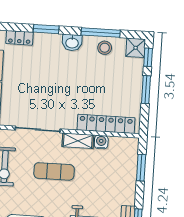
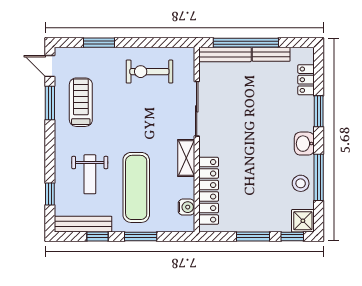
water cooler: (101, 142) -> (186, 207), moved
window: (141, 168) -> (141, 236), moved
exercise mat: (54, 171) -> (136, 187), moved, width x1.36, depth x1.45

